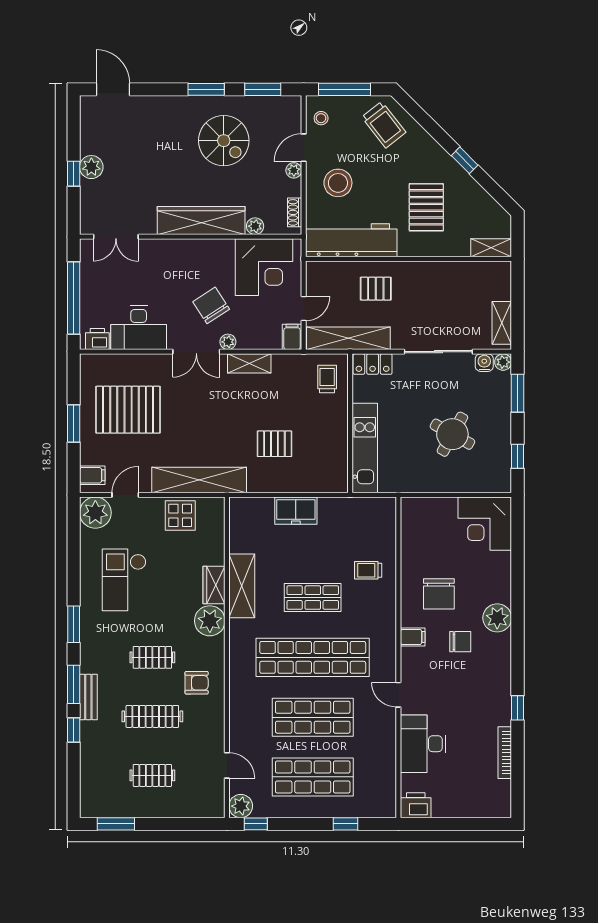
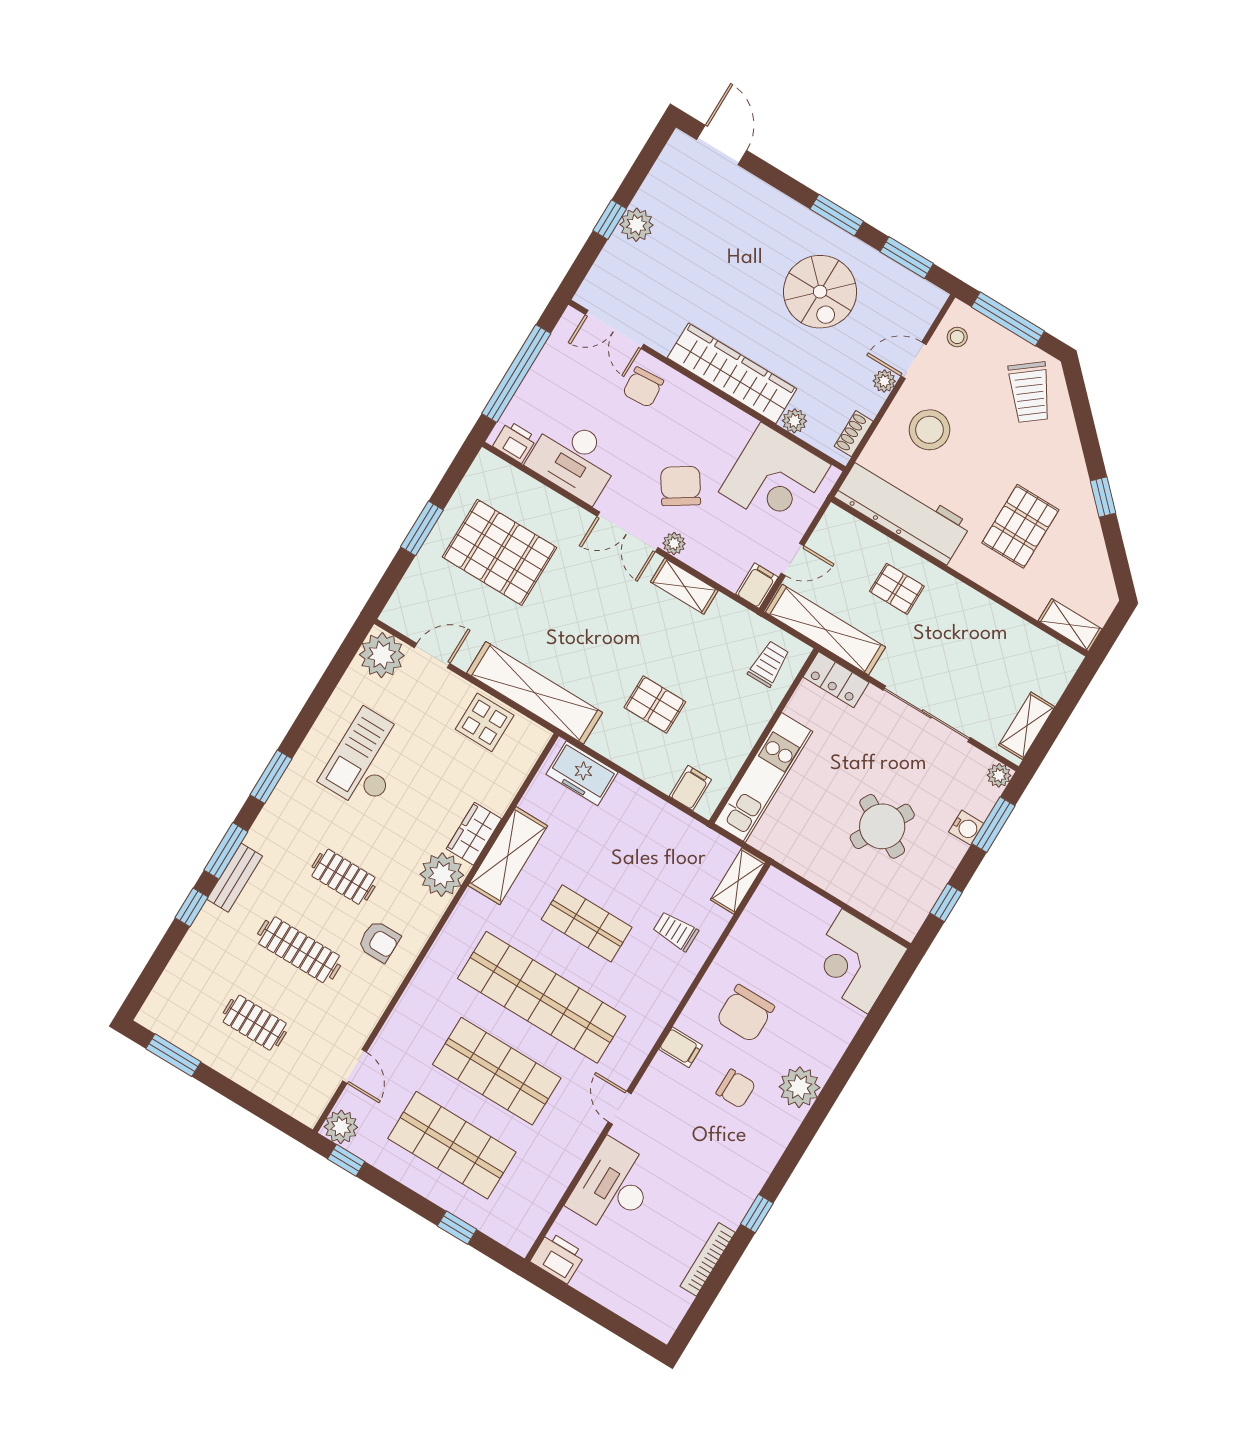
chair: (154, 261) -> (643, 387), added
water cooler: (484, 363) -> (966, 828), moved, turned 90
filing cabinet: (92, 475) -> (690, 788), moved, turned -90
freezer: (296, 511) -> (582, 773), moved
shelving: (387, 518) -> (738, 881), added

